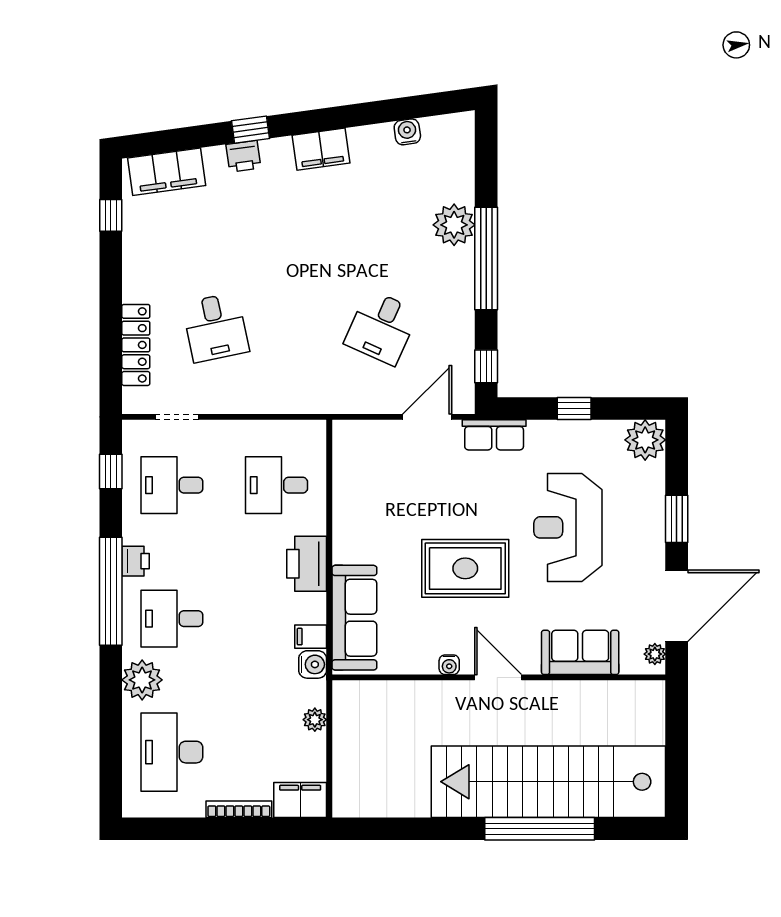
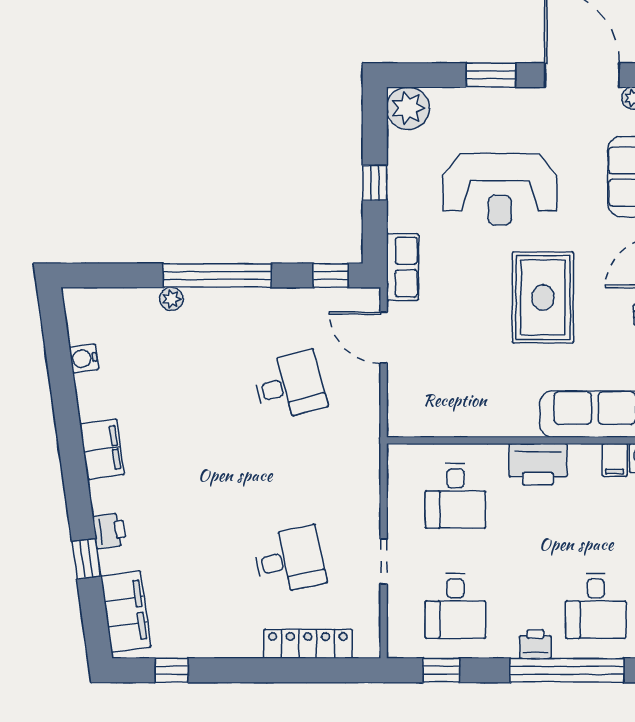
window: (251, 130) -> (86, 559), moved
plant: (454, 225) -> (171, 299), width x0.53, depth x0.53
desk: (381, 327) -> (290, 386), turned -39
doorway: (177, 417) -> (384, 562), moved

